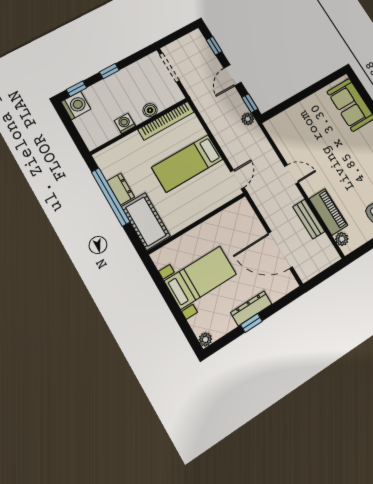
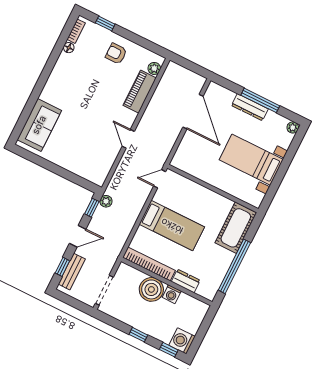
boiler: (150, 110) -> (151, 289), width x1.86, depth x1.86
dresser: (121, 189) -> (186, 281), moved, turned 90
bench: (309, 219) -> (72, 272), moved
window: (251, 323) -> (260, 100), width x2.17

